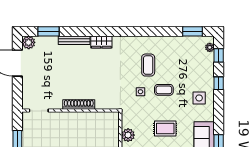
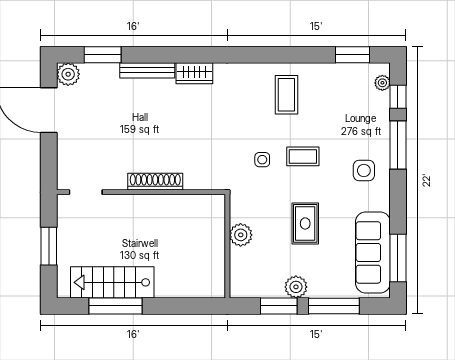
coffee table: (148, 65) -> (286, 95), moved
window: (219, 83) -> (398, 145), width x2.17
rug: (165, 129) -> (305, 223), turned 90

